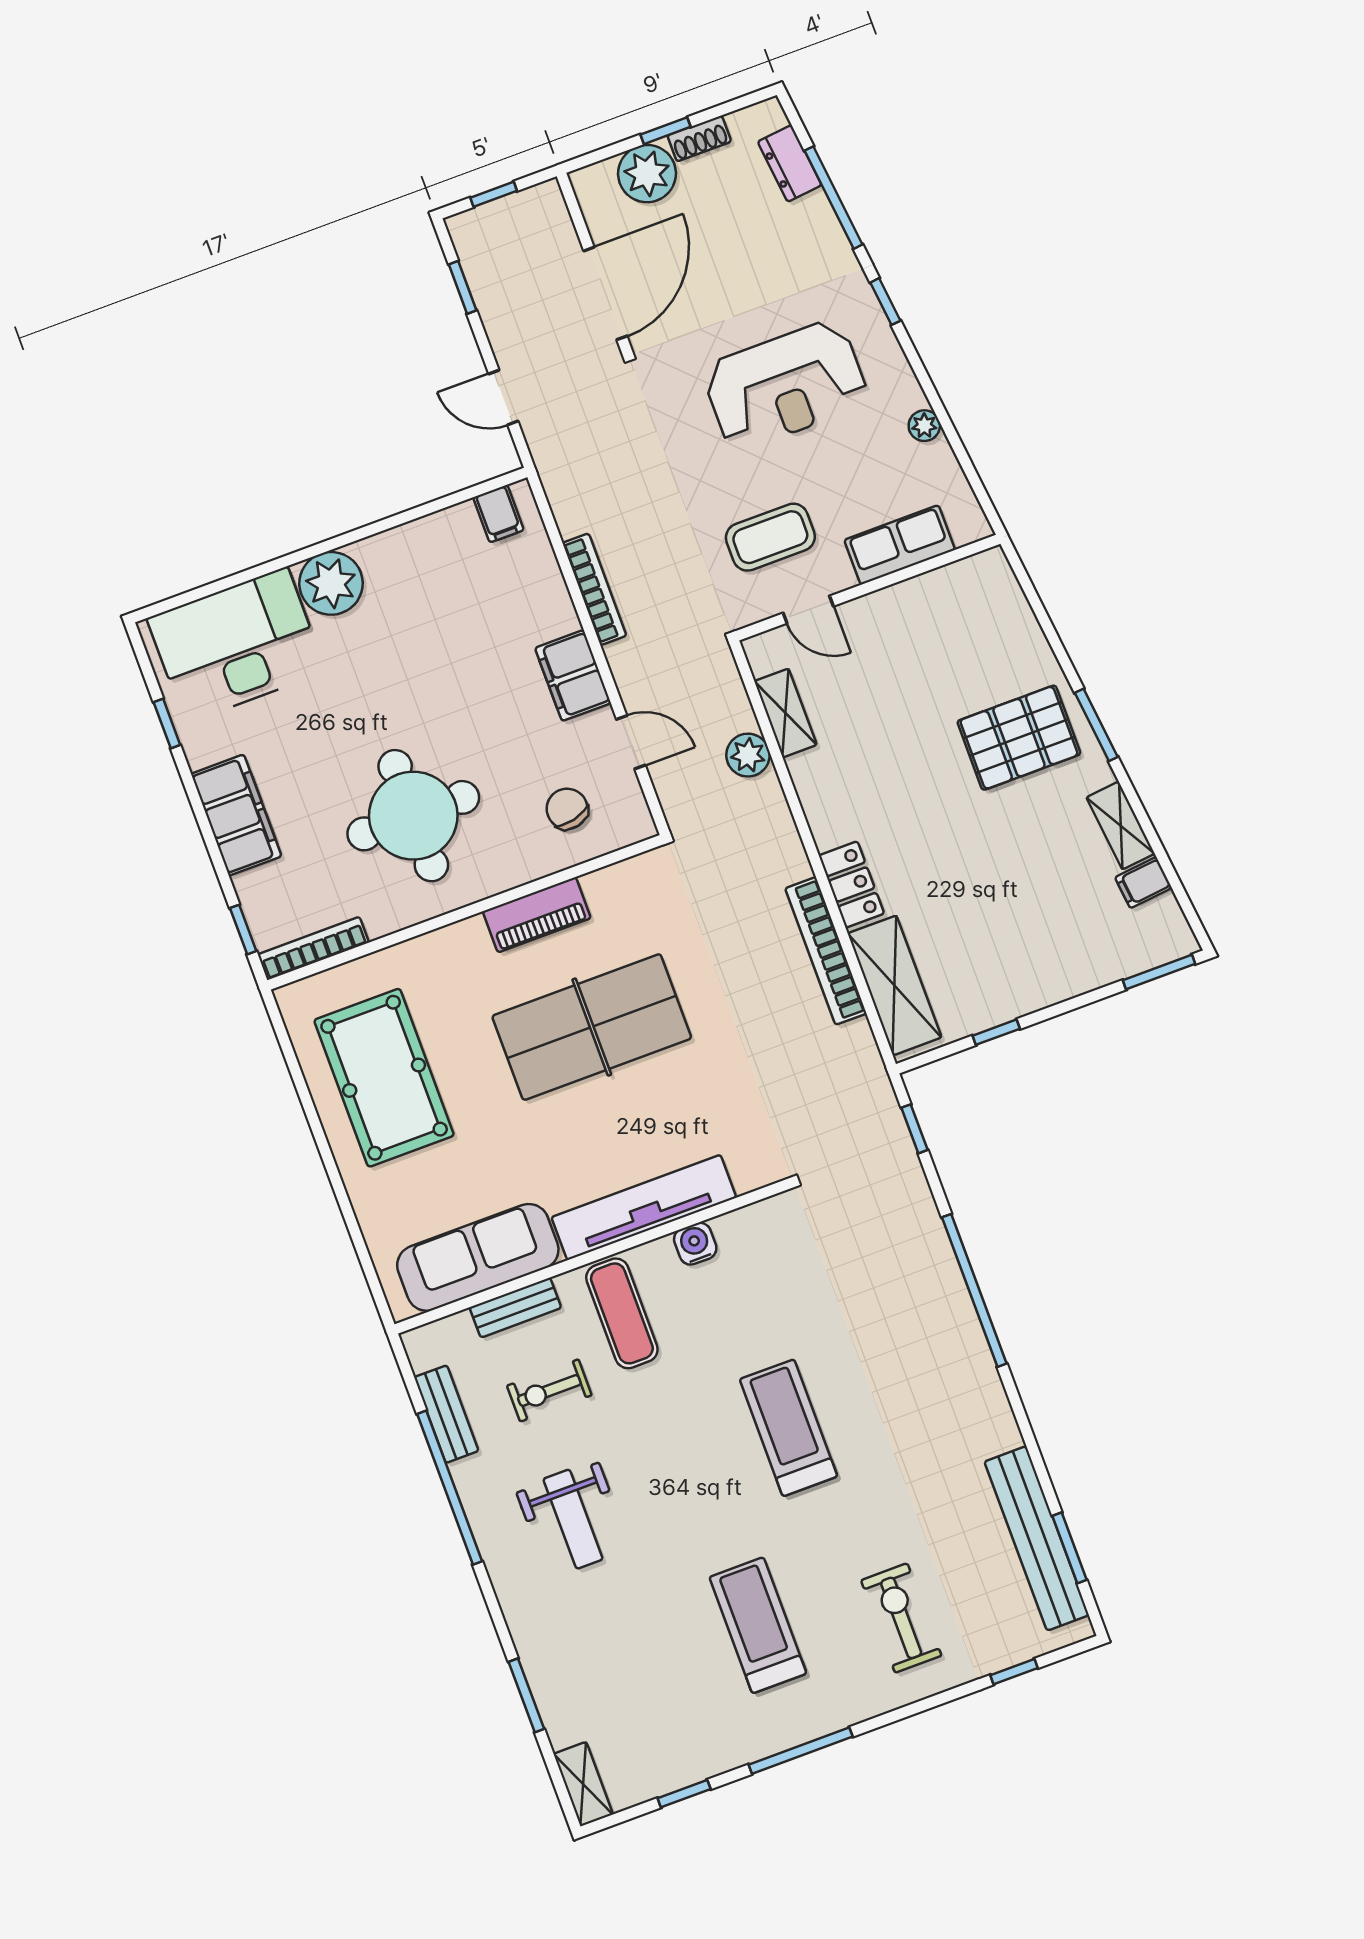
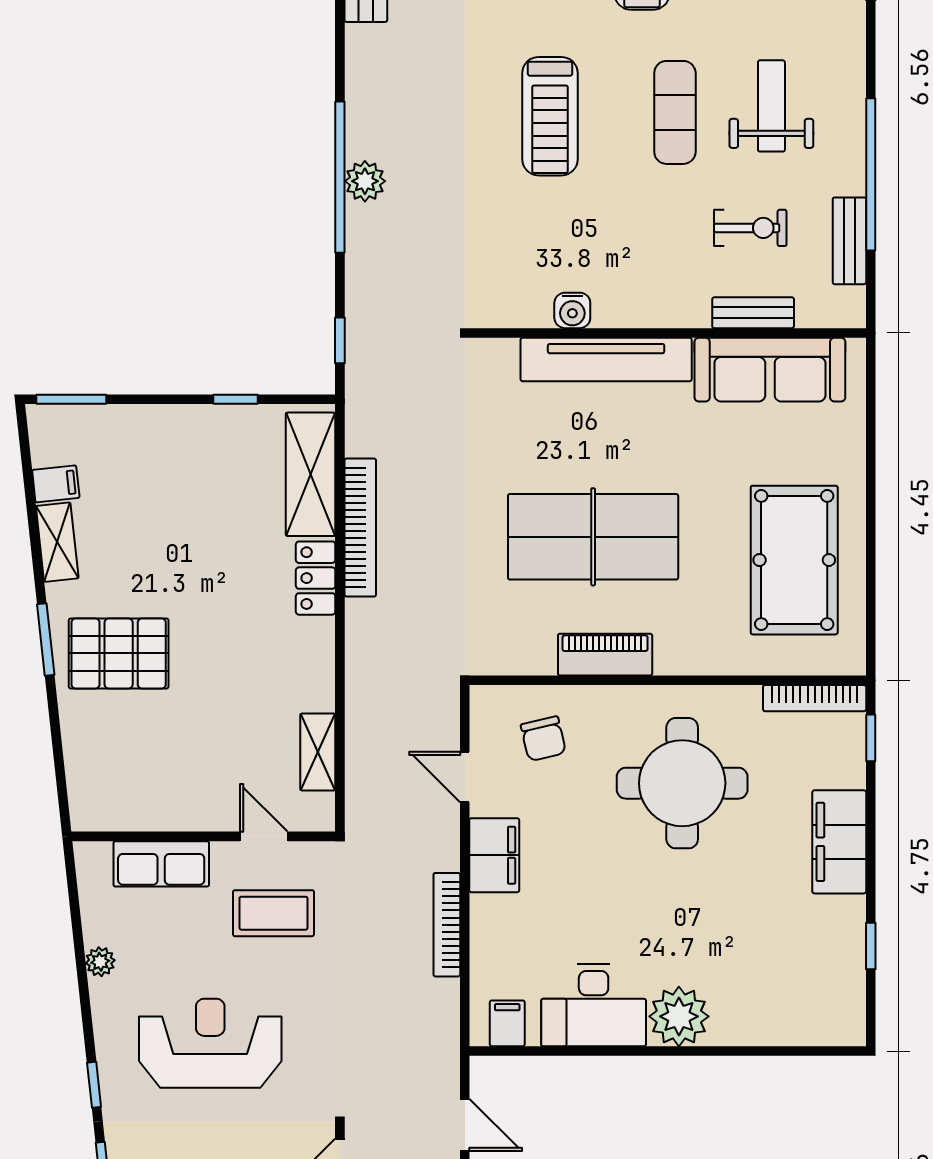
desk: (236, 645) -> (594, 1005), moved, width x0.73, depth x0.77
plant: (748, 755) -> (365, 181), moved
exercise mat: (622, 1313) -> (675, 112), moved

